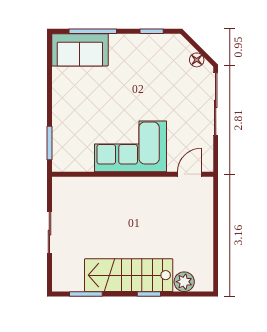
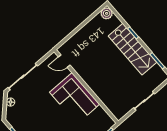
plant: (184, 282) -> (107, 13), moved

